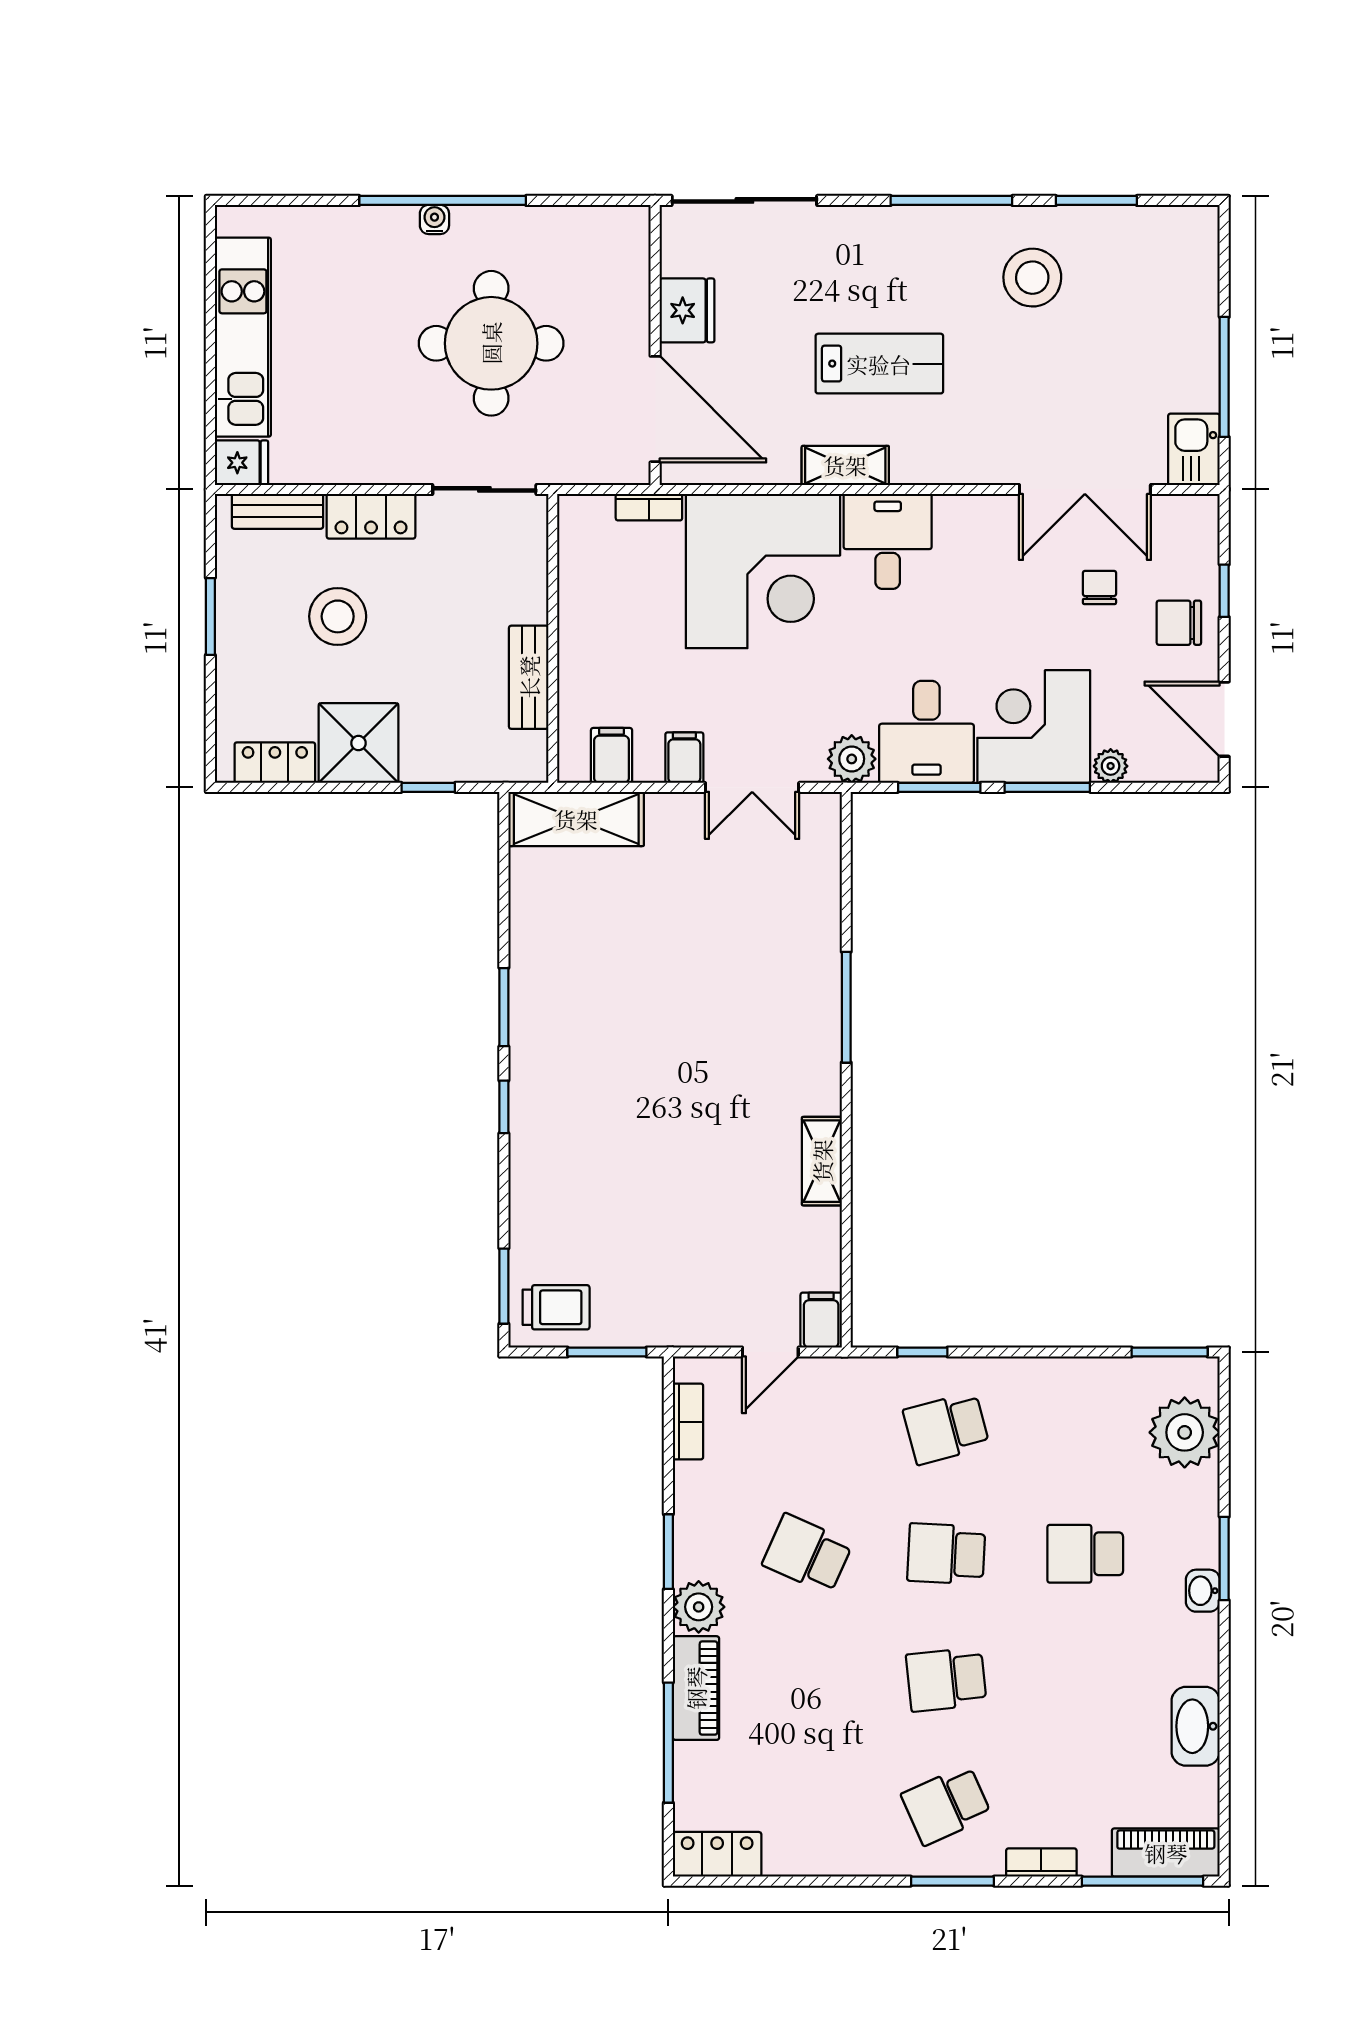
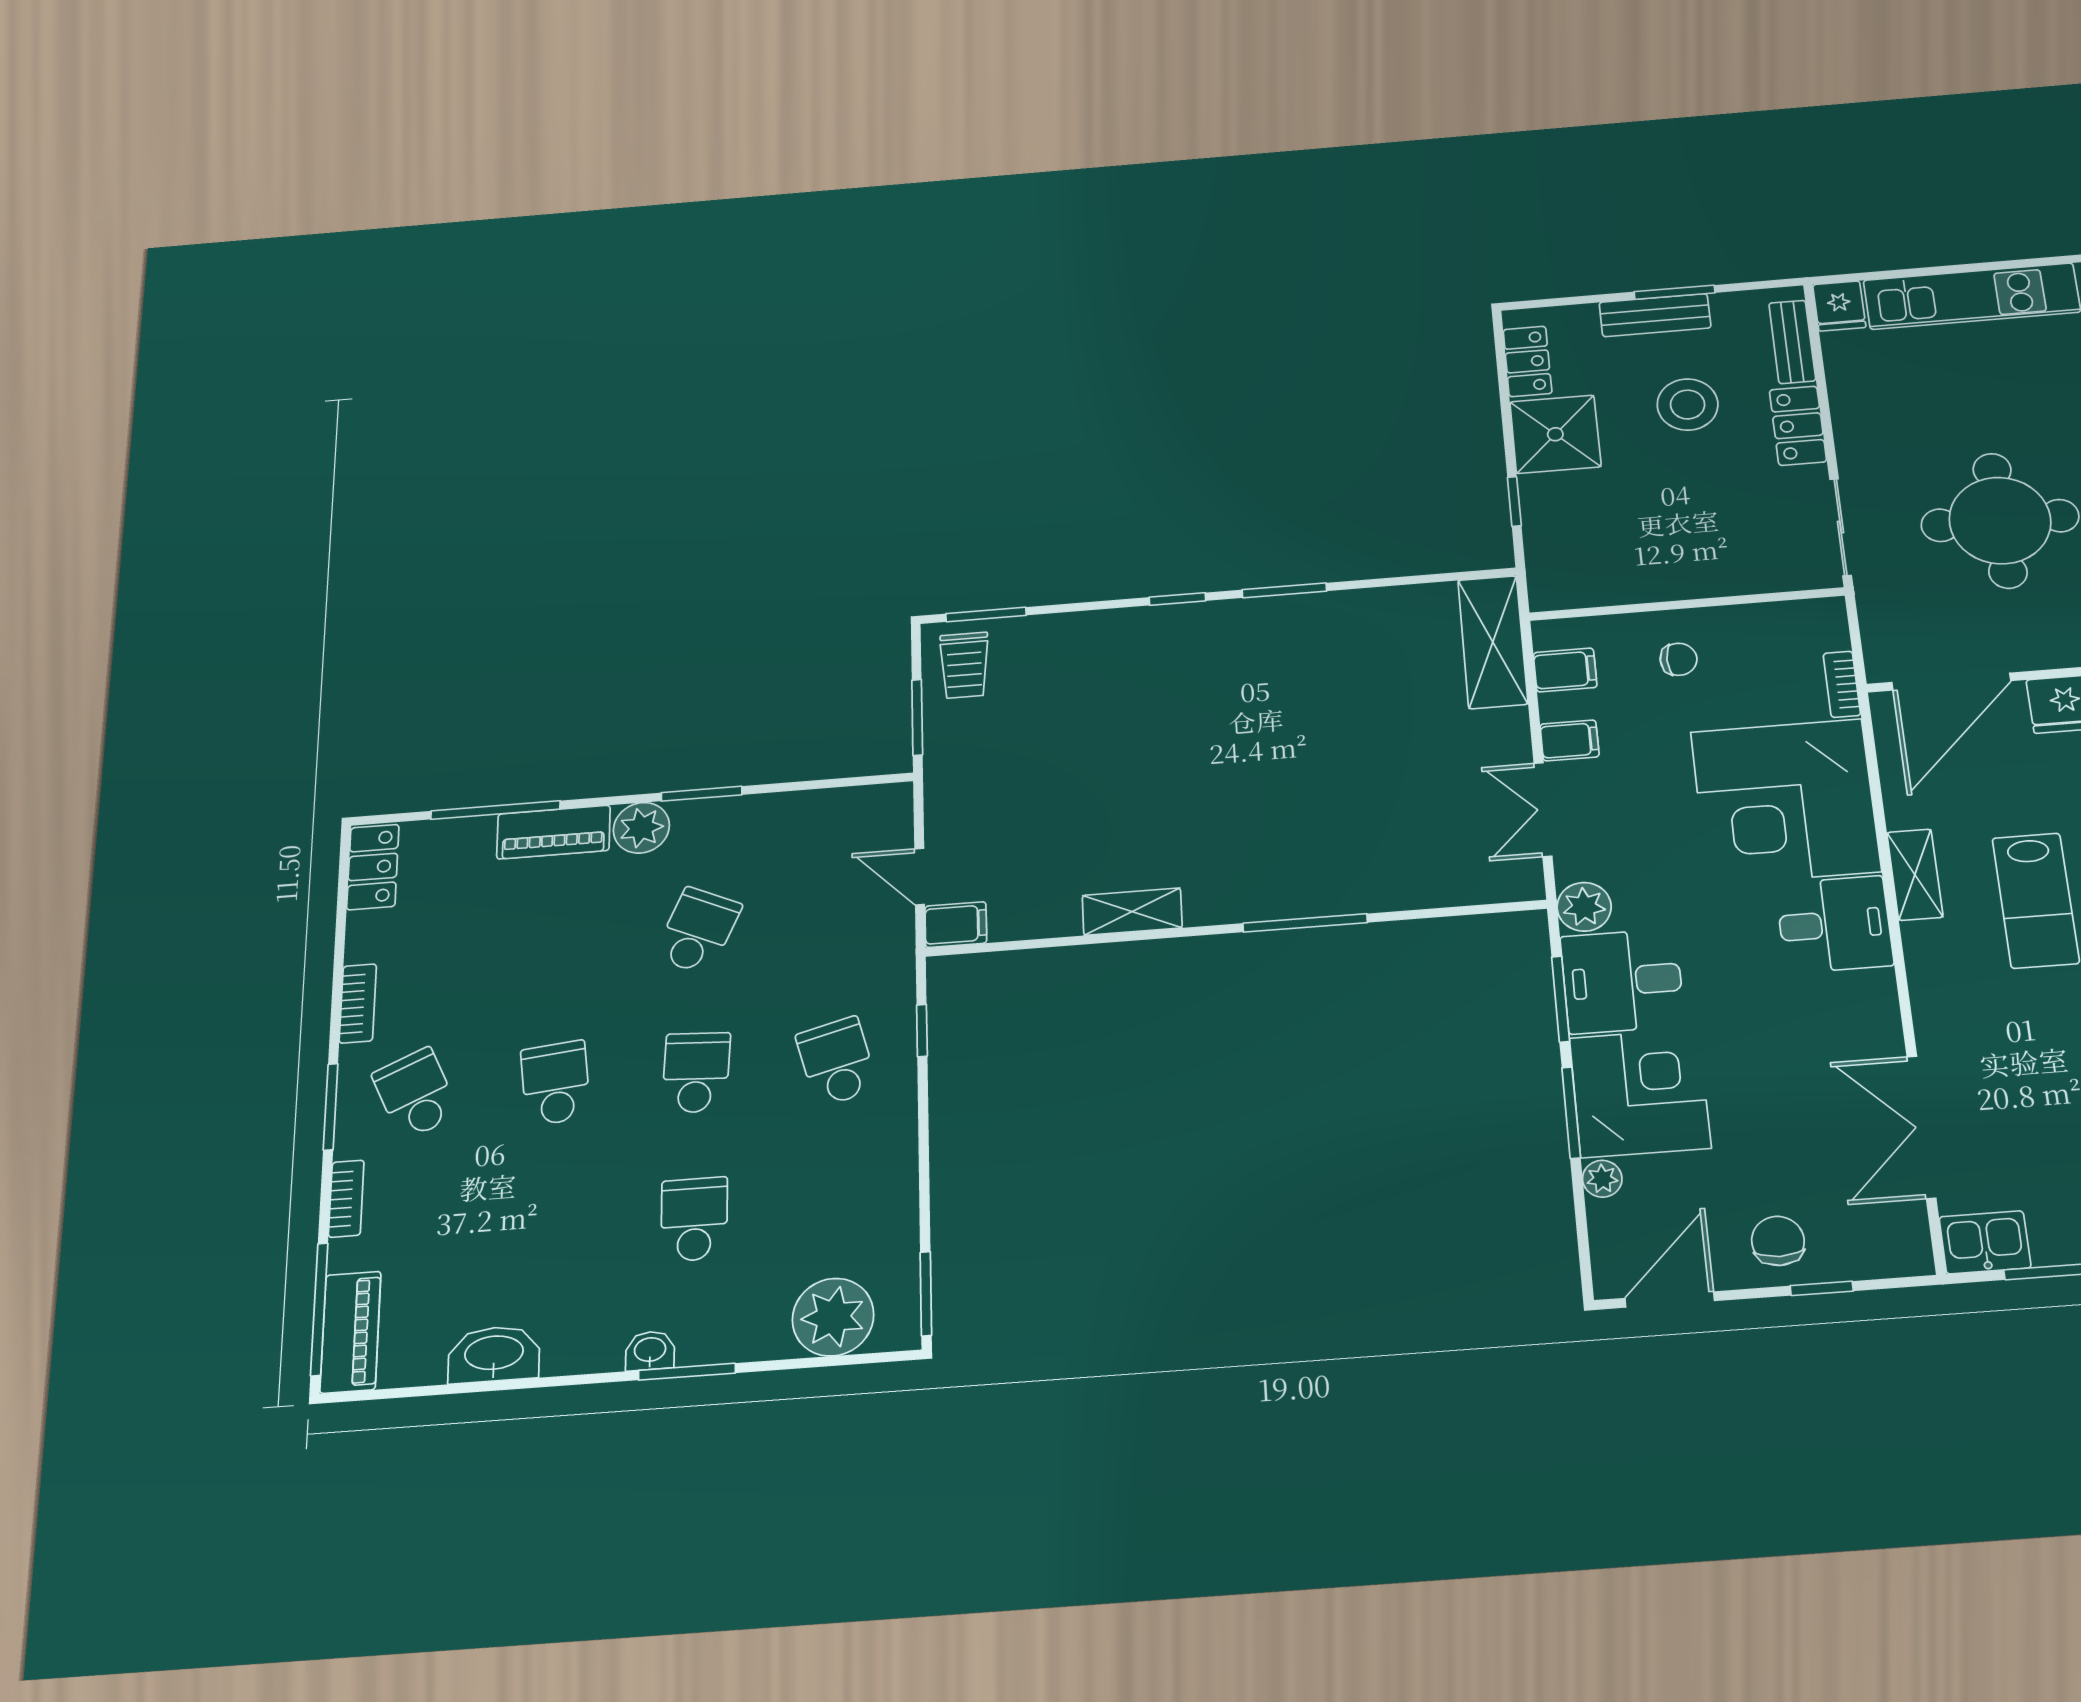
chair: (1099, 587) -> (1679, 659), moved
bench: (529, 677) -> (1655, 315), moved
bookcase: (688, 1422) -> (358, 1003), moved, turned -90

